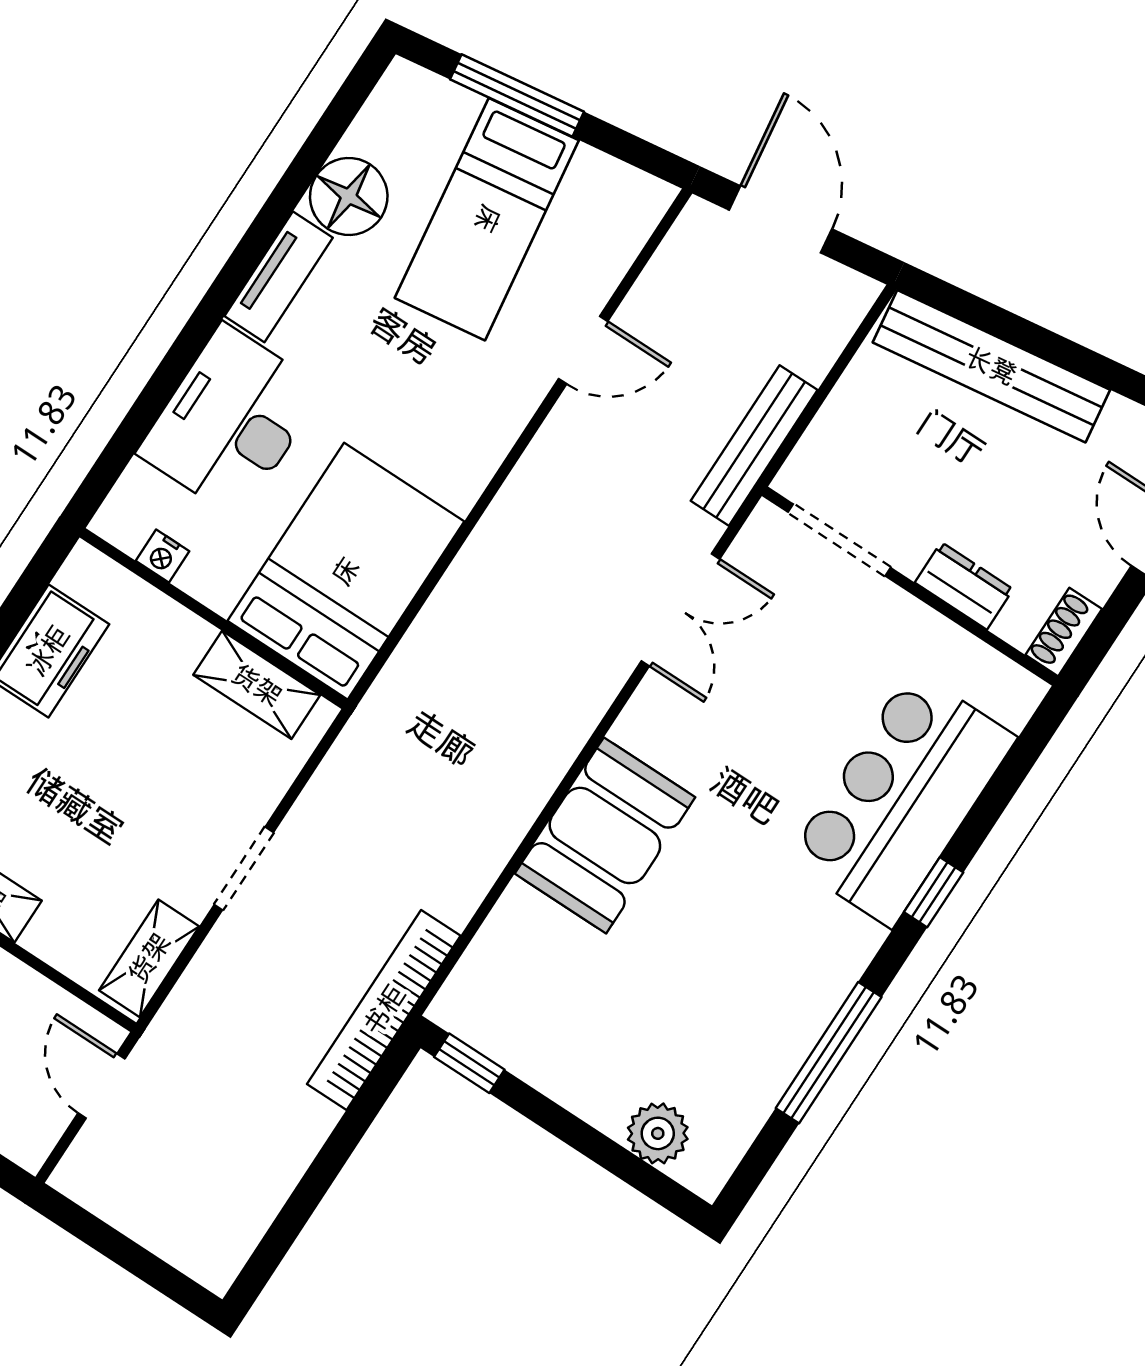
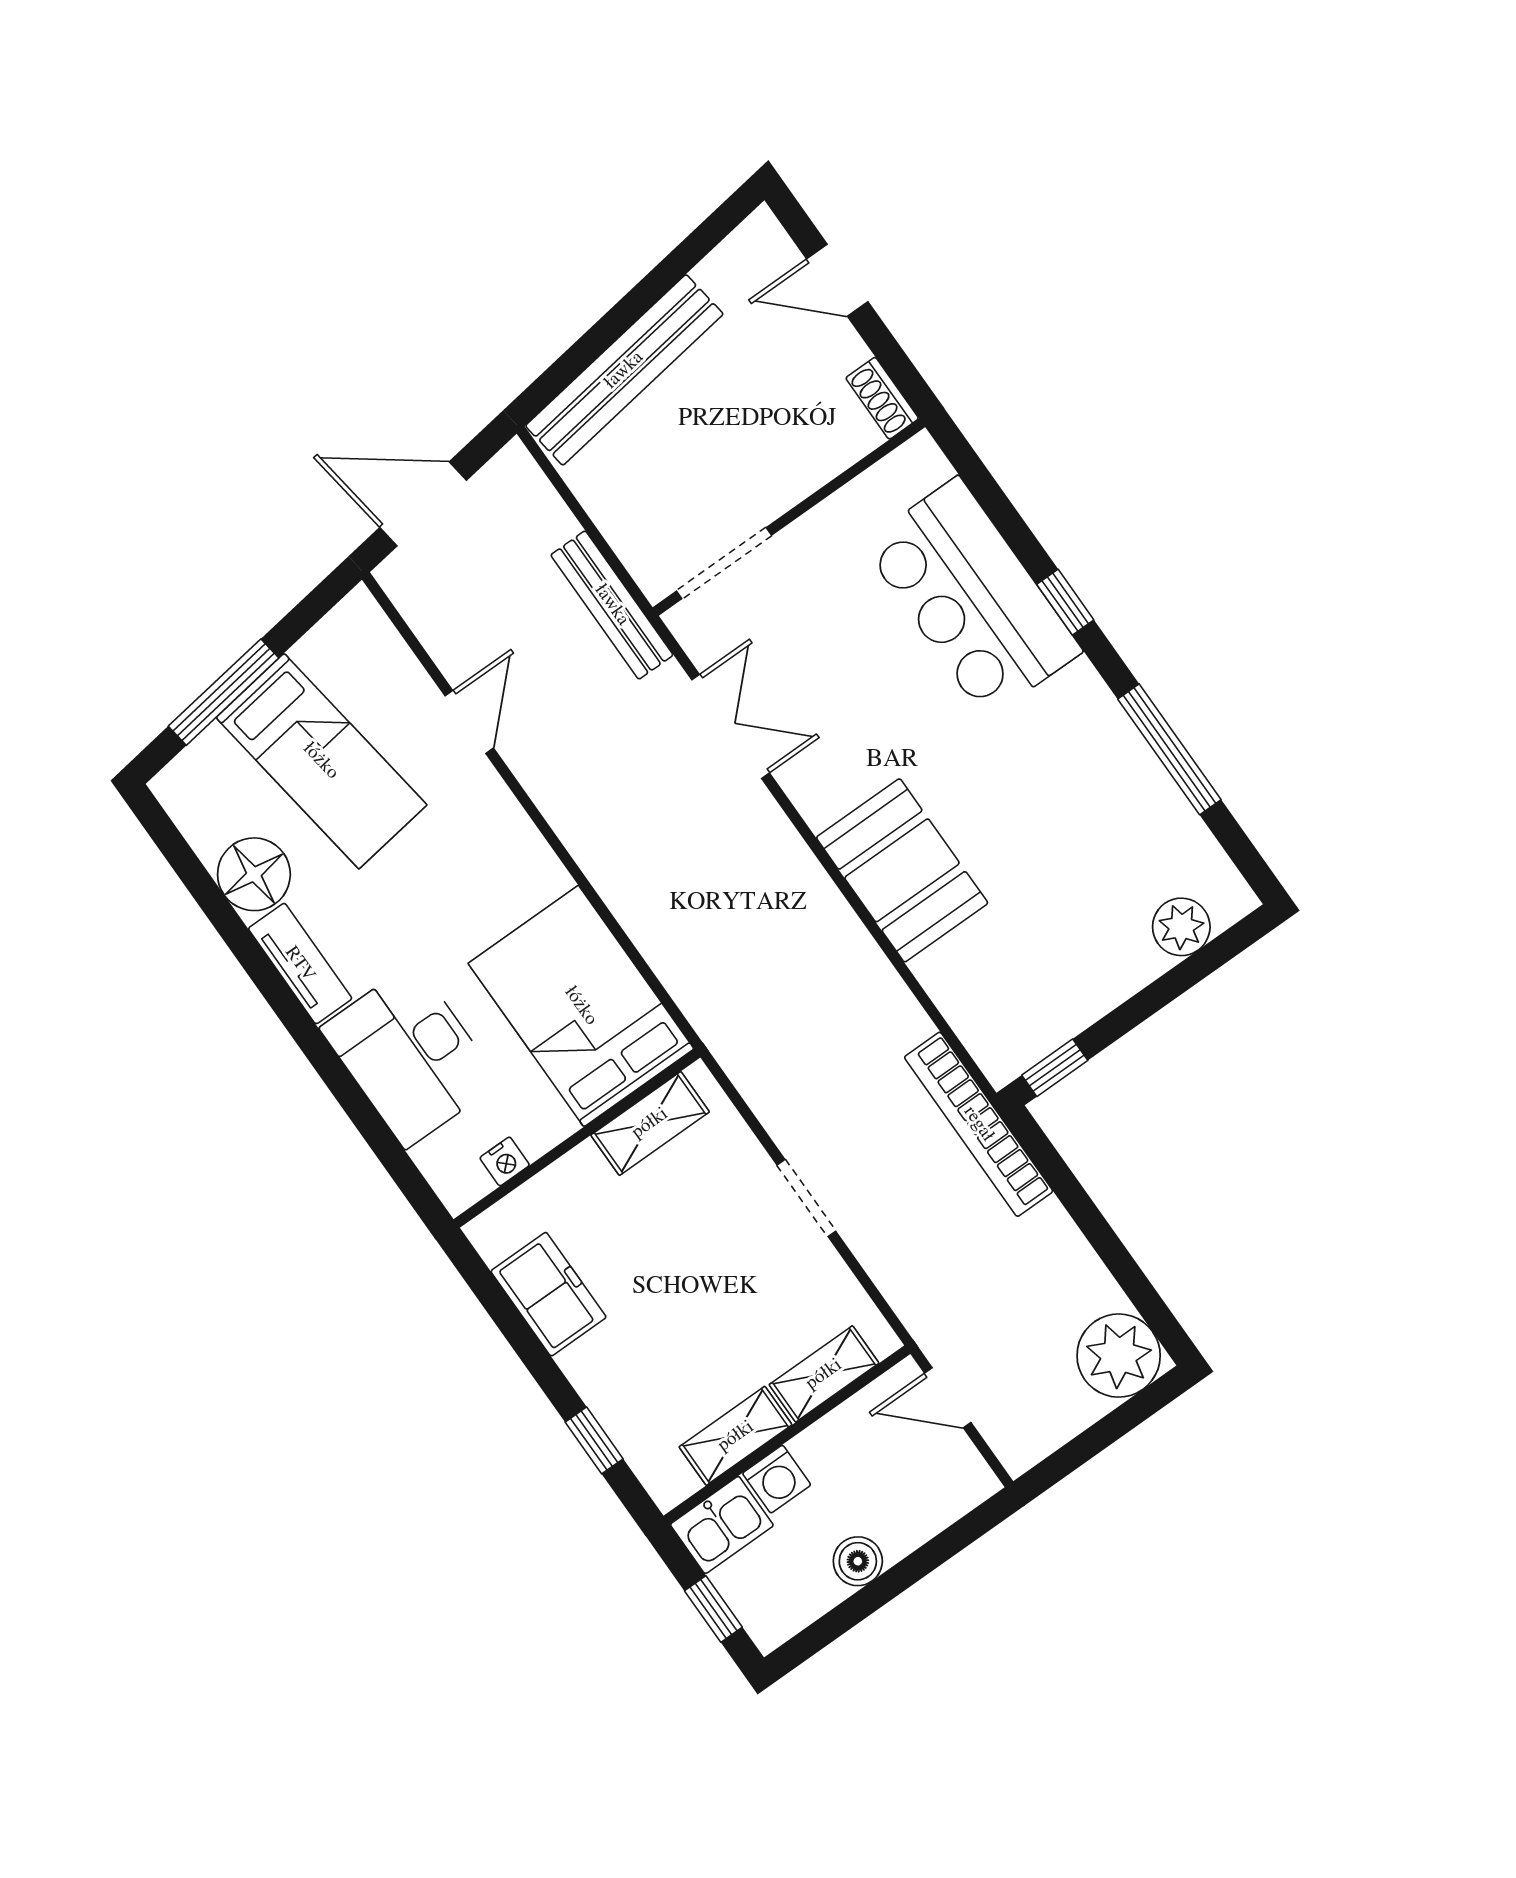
dresser: (964, 586) -> (807, 470), removed
shelving: (149, 958) -> (824, 1374), moved, turned 90
plant: (210, 1238) -> (1119, 1356), added

